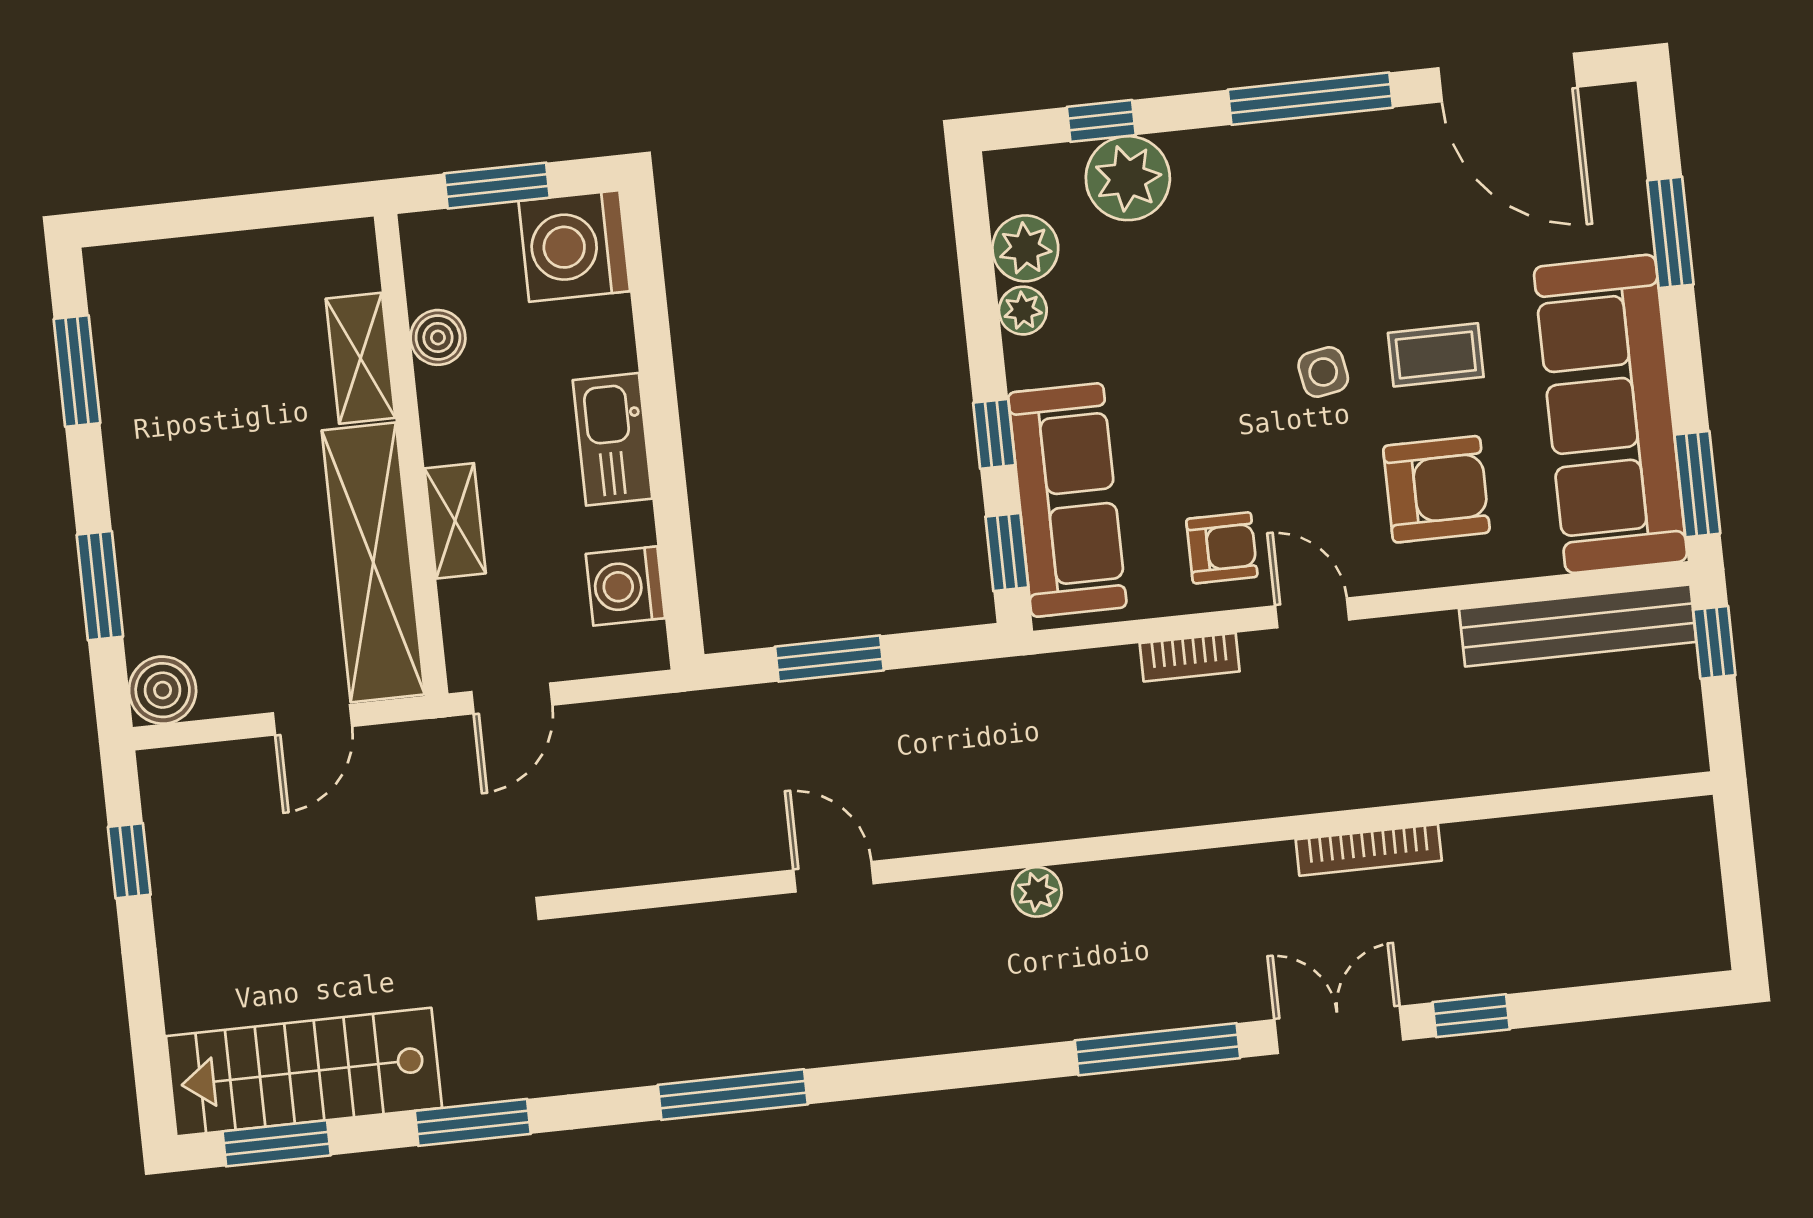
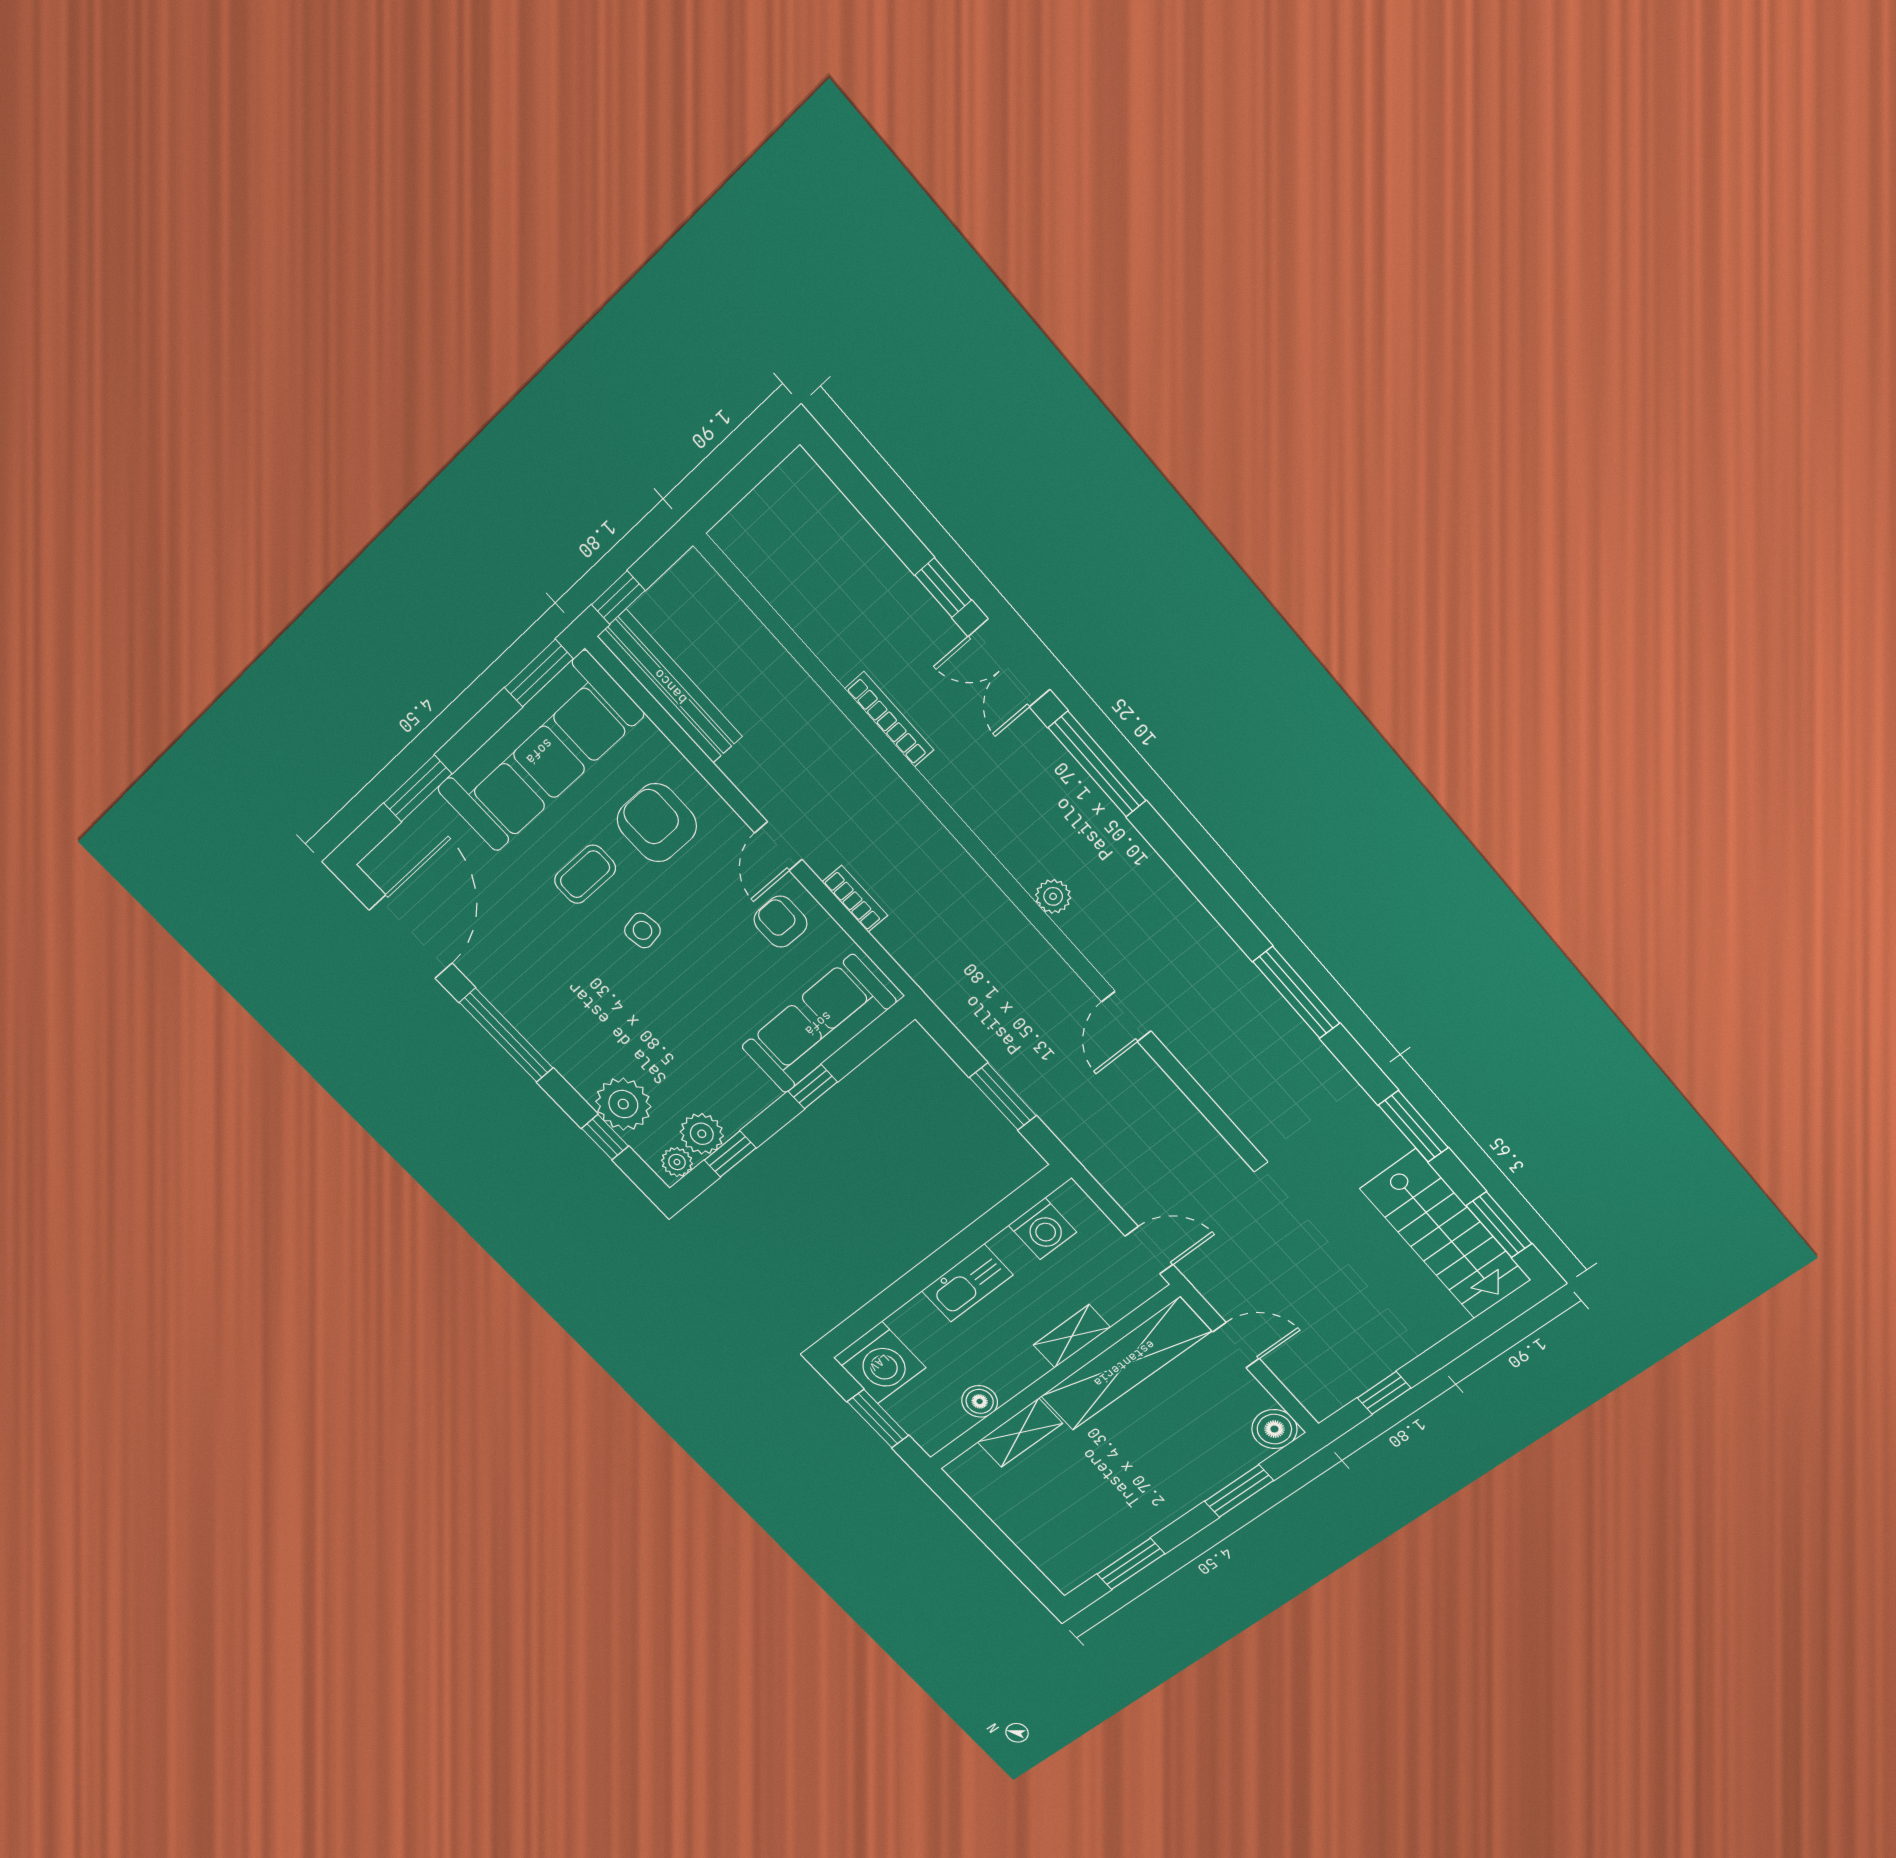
plant: (1023, 311) -> (677, 1162), moved
coffee table: (1436, 355) -> (585, 874), turned 90
window: (1007, 552) -> (730, 1154), moved

